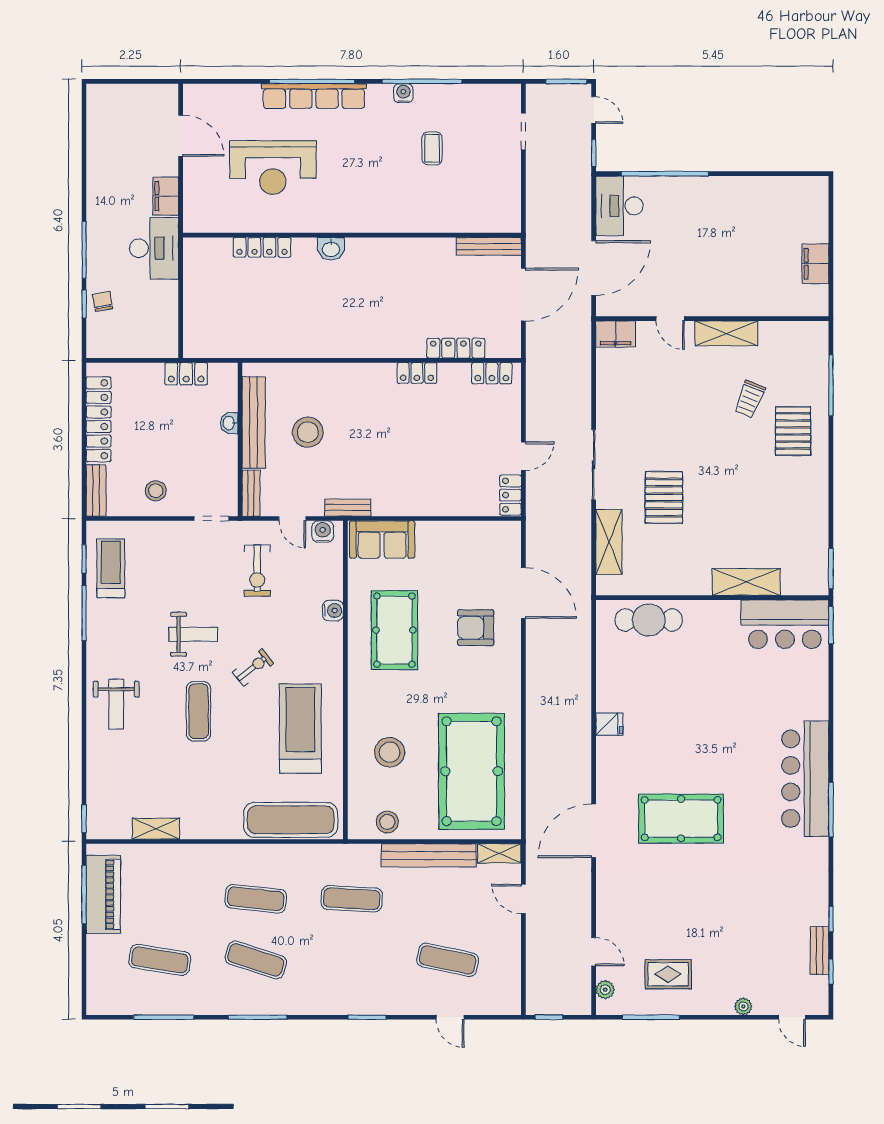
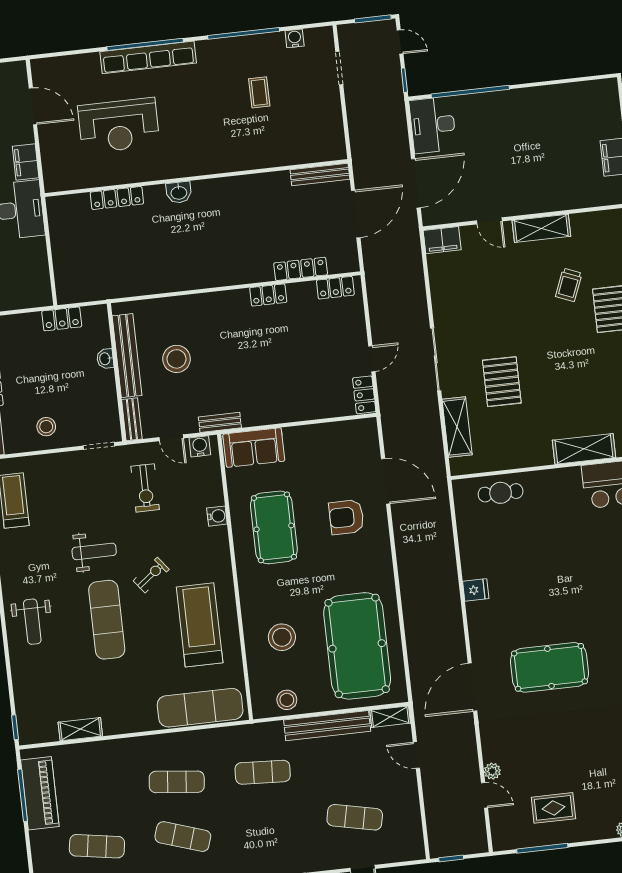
water cooler: (403, 93) -> (295, 38), moved
cafe table: (649, 620) -> (501, 493), width x0.73, depth x0.74
exercise mat: (199, 711) -> (107, 620), width x1.36, depth x1.45
plant: (605, 990) -> (492, 771), moved

